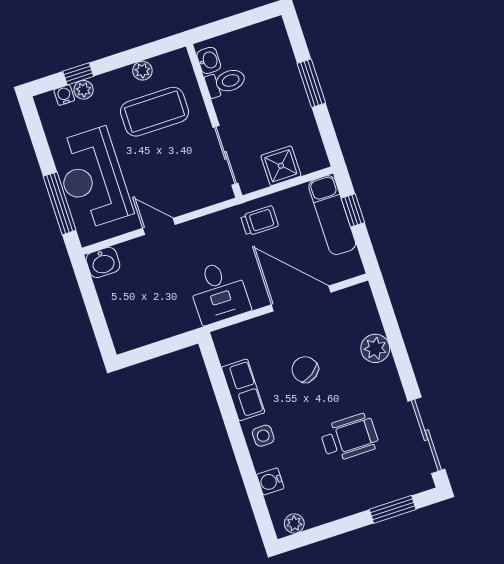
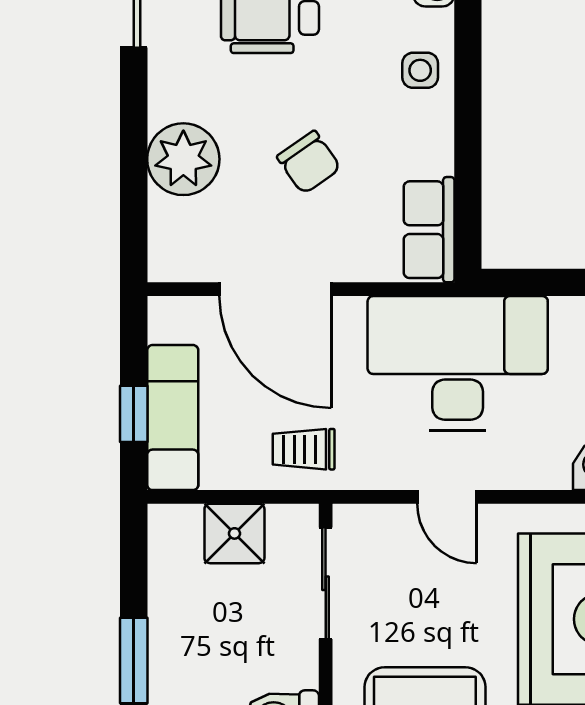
door: (159, 226) -> (447, 497), moved
desk: (219, 292) -> (458, 363), width x1.87, depth x1.30
plant: (375, 348) -> (183, 159), width x1.36, depth x1.36
row of seats: (243, 390) -> (429, 230), moved

